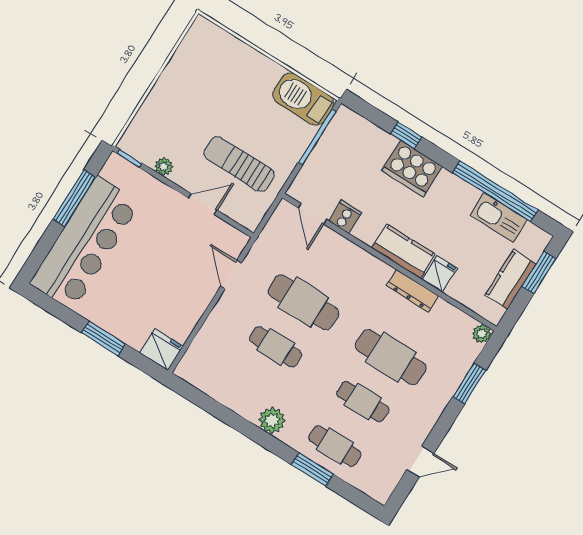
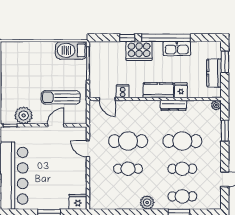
plant: (164, 166) -> (24, 115), width x1.87, depth x1.87
window: (495, 191) -> (166, 38), moved
kitchen sink: (499, 217) -> (177, 49), moved

